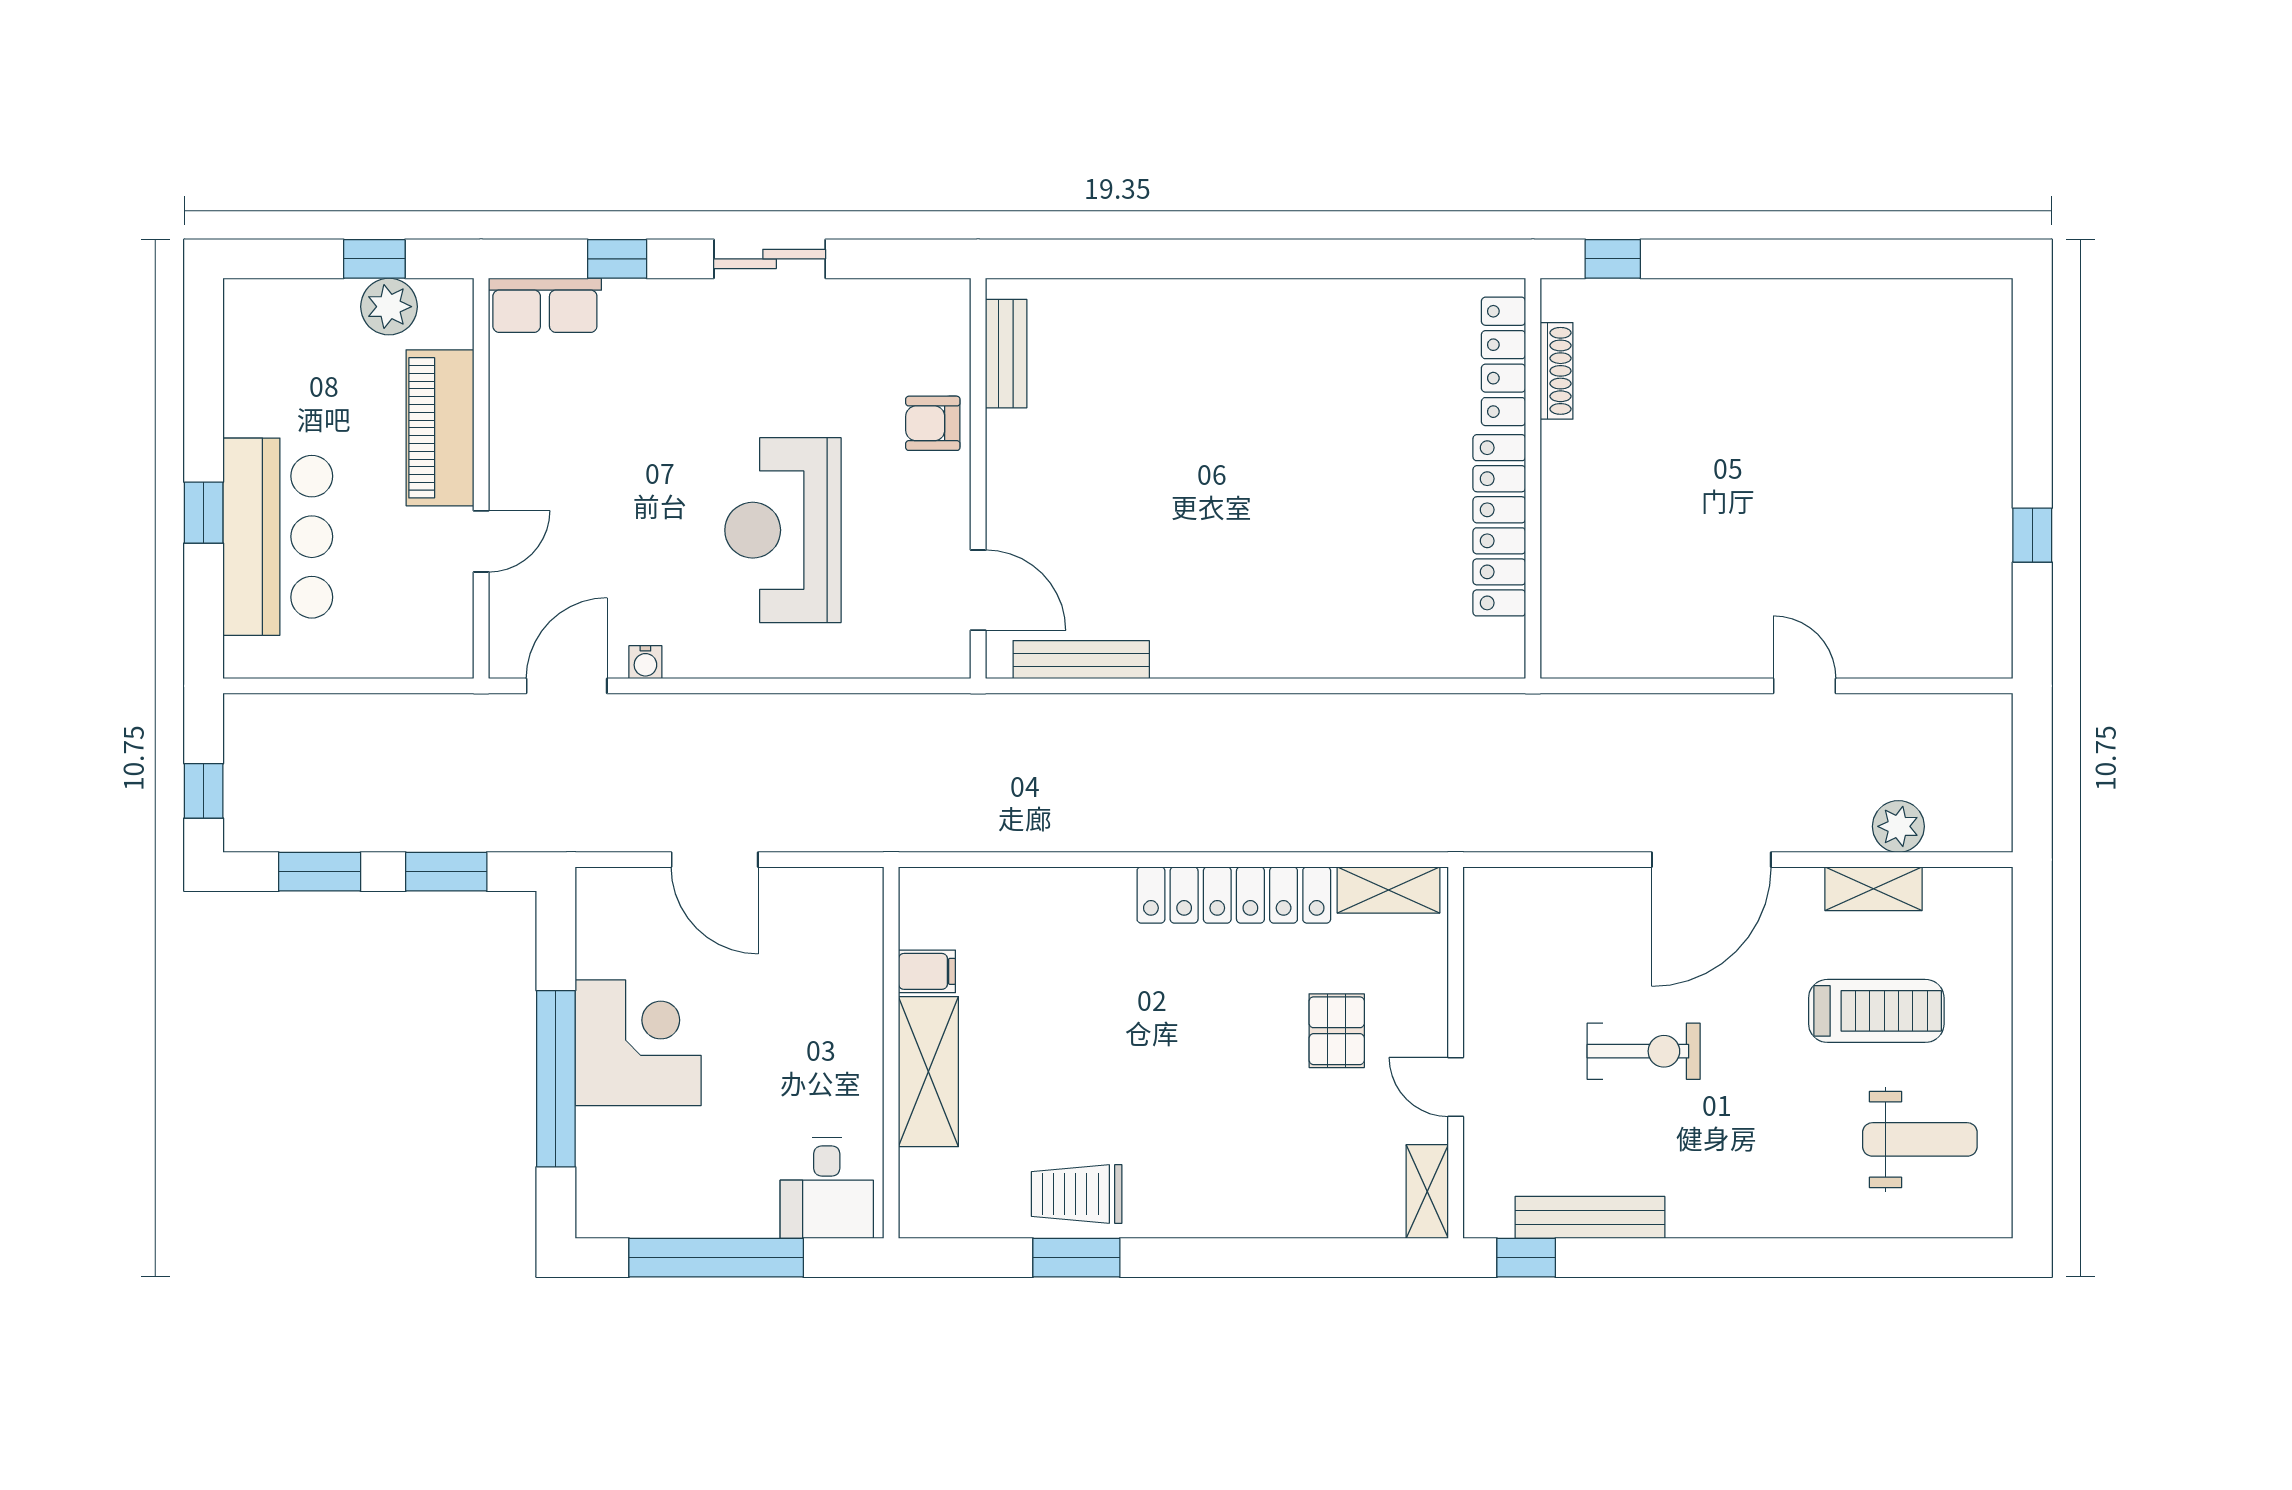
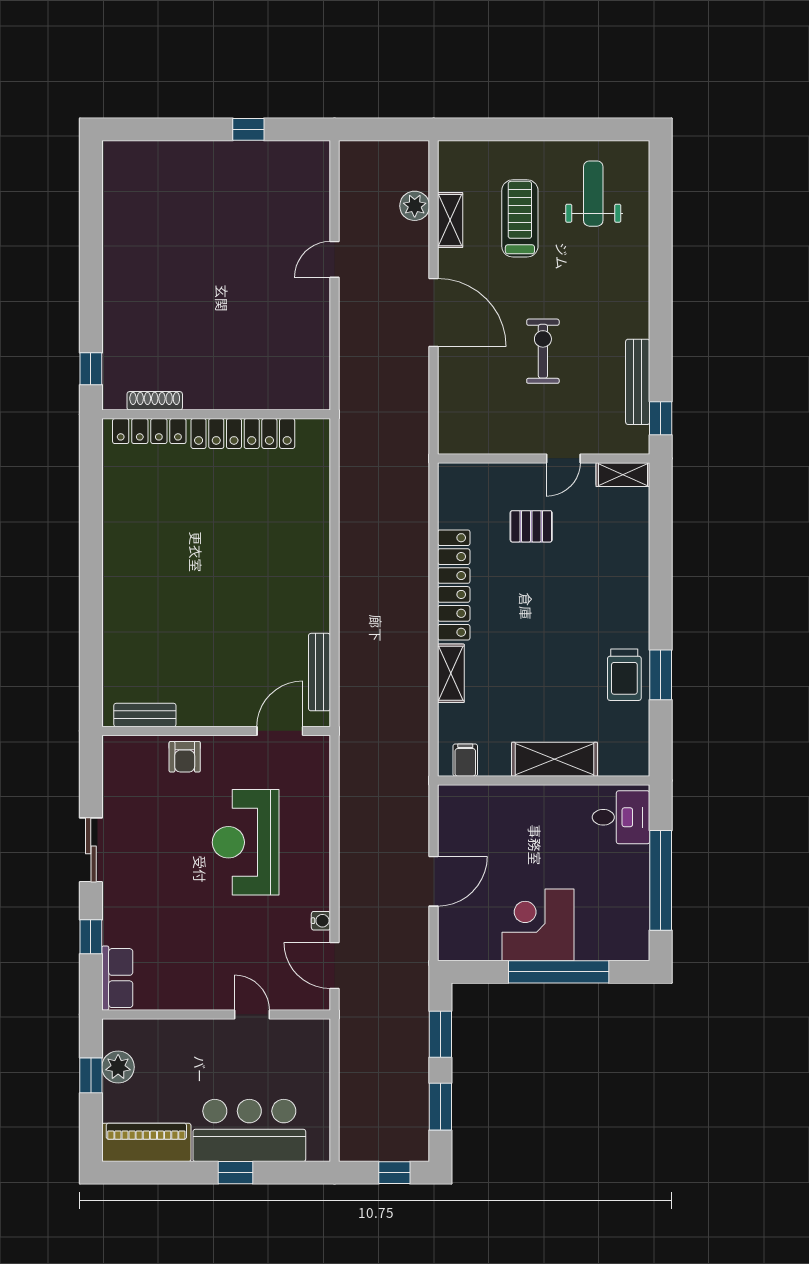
piano: (440, 428) -> (146, 1142), moved, turned 180
reception desk: (783, 530) -> (246, 842), turned 90
shelving: (1388, 890) -> (451, 673), moved
filing cabinet: (927, 971) -> (465, 760), moved

